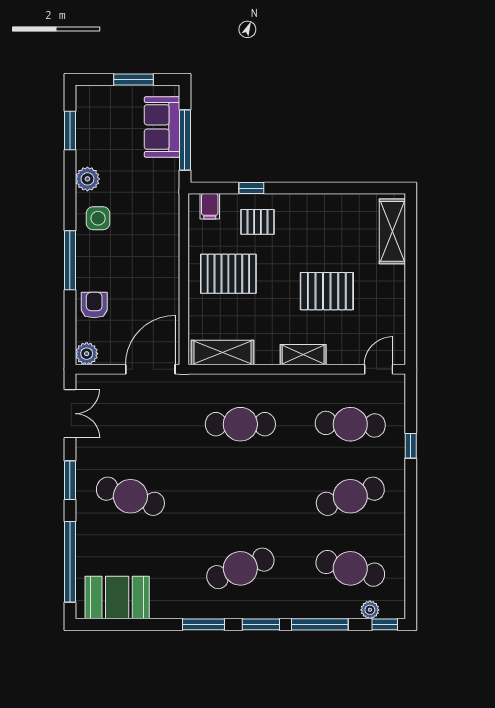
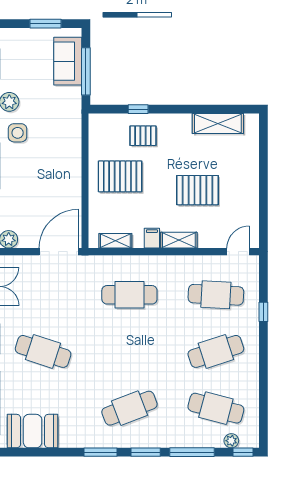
filing cabinet: (210, 206) -> (152, 238), moved, turned 180
shelving: (392, 231) -> (218, 124), moved, turned 90
armchair: (94, 305) -> (15, 201), removed
shelving: (222, 352) -> (115, 241), width x0.67, depth x0.75

